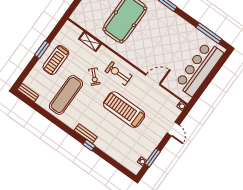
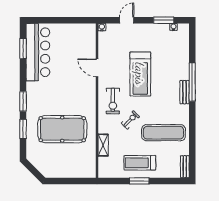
window: (209, 33) -> (23, 48), width x0.69
treadmill: (56, 60) -> (140, 163), turned 180
bar counter: (199, 69) -> (38, 52), moved, turned -90
window: (89, 145) -> (192, 82), width x3.17

